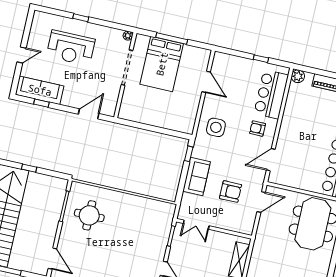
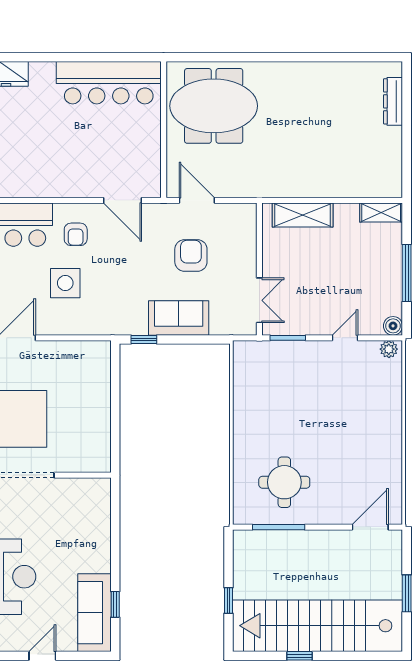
door: (22, 55) -> (42, 656), hinge flipped
door: (89, 114) -> (115, 522), removed
side table: (216, 127) -> (65, 283), moved

